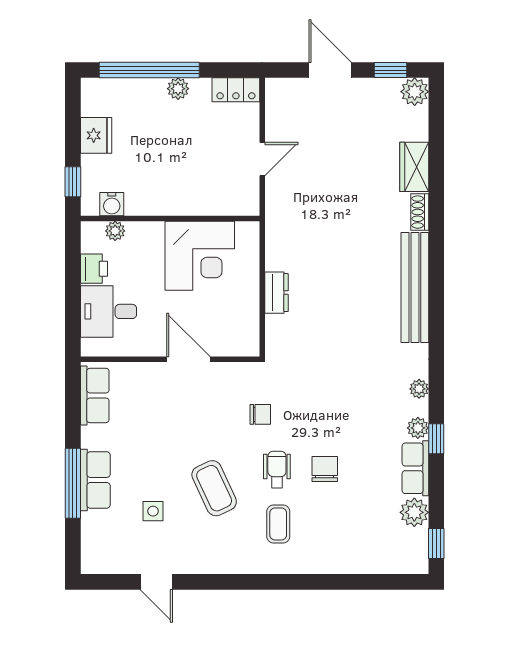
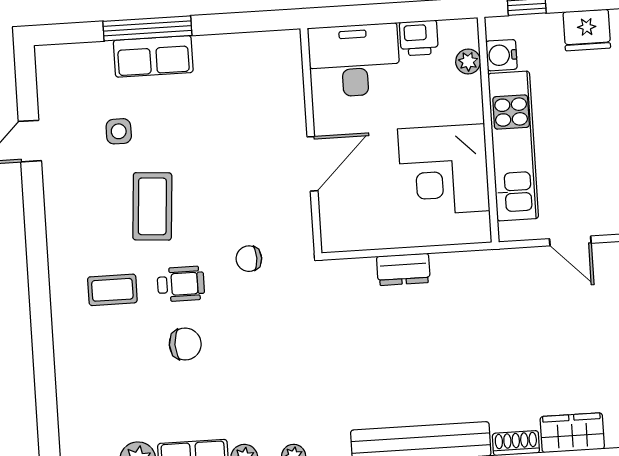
kitchen unit: (184, 199) -> (513, 146), added
desk: (109, 311) -> (354, 60), width x1.37
row of seats: (95, 395) -> (260, 49), removed
chair: (260, 414) -> (249, 259), turned 90
coffee table: (214, 488) -> (152, 206), turned -61

